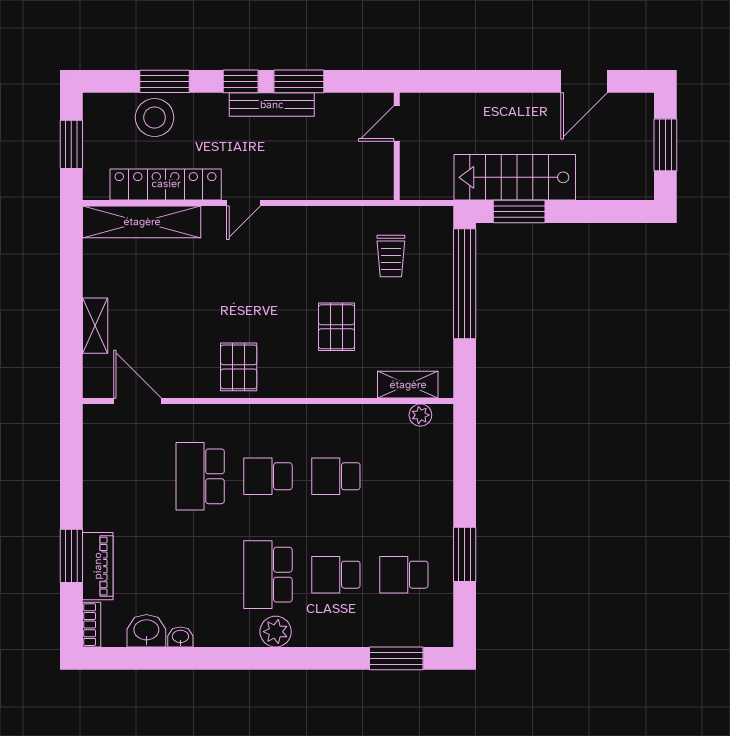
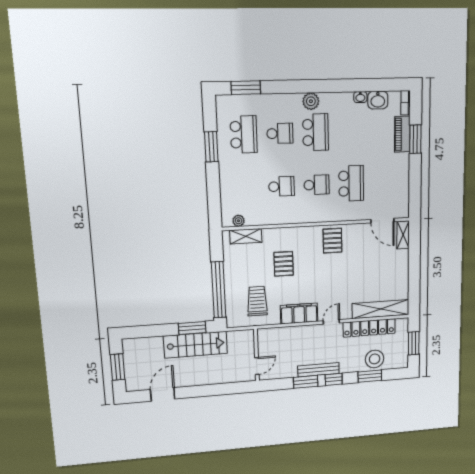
filing cabinet: (308, 225) -> (299, 313), added
trolley: (391, 256) -> (257, 301), width x1.36, depth x1.39
shelving: (95, 326) -> (403, 235), moved
school desk: (404, 575) -> (244, 135), width x1.85

